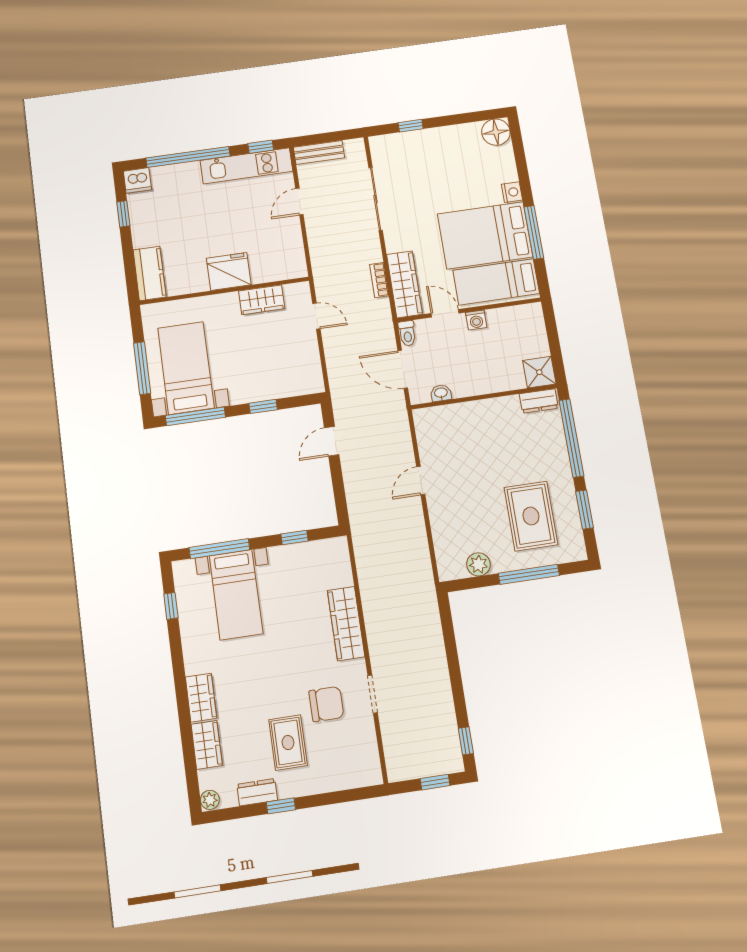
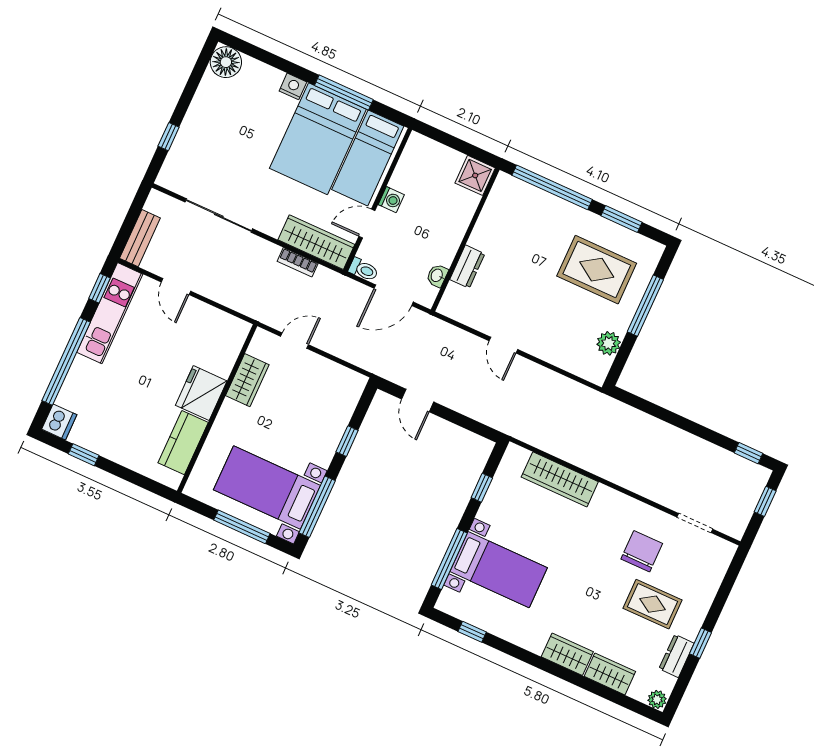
kitchen counter: (149, 273) -> (183, 443), moved, turned -90
dresser: (539, 401) -> (467, 267), moved
wardrobe: (346, 623) -> (560, 479), moved
doorway: (373, 694) -> (695, 523), moved

